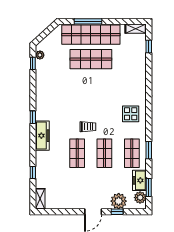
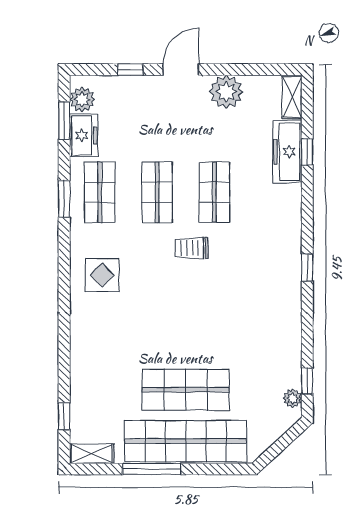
window: (88, 21) -> (152, 469), moved
freezer: (42, 136) -> (287, 152), moved
plant: (119, 201) -> (226, 92), moved

